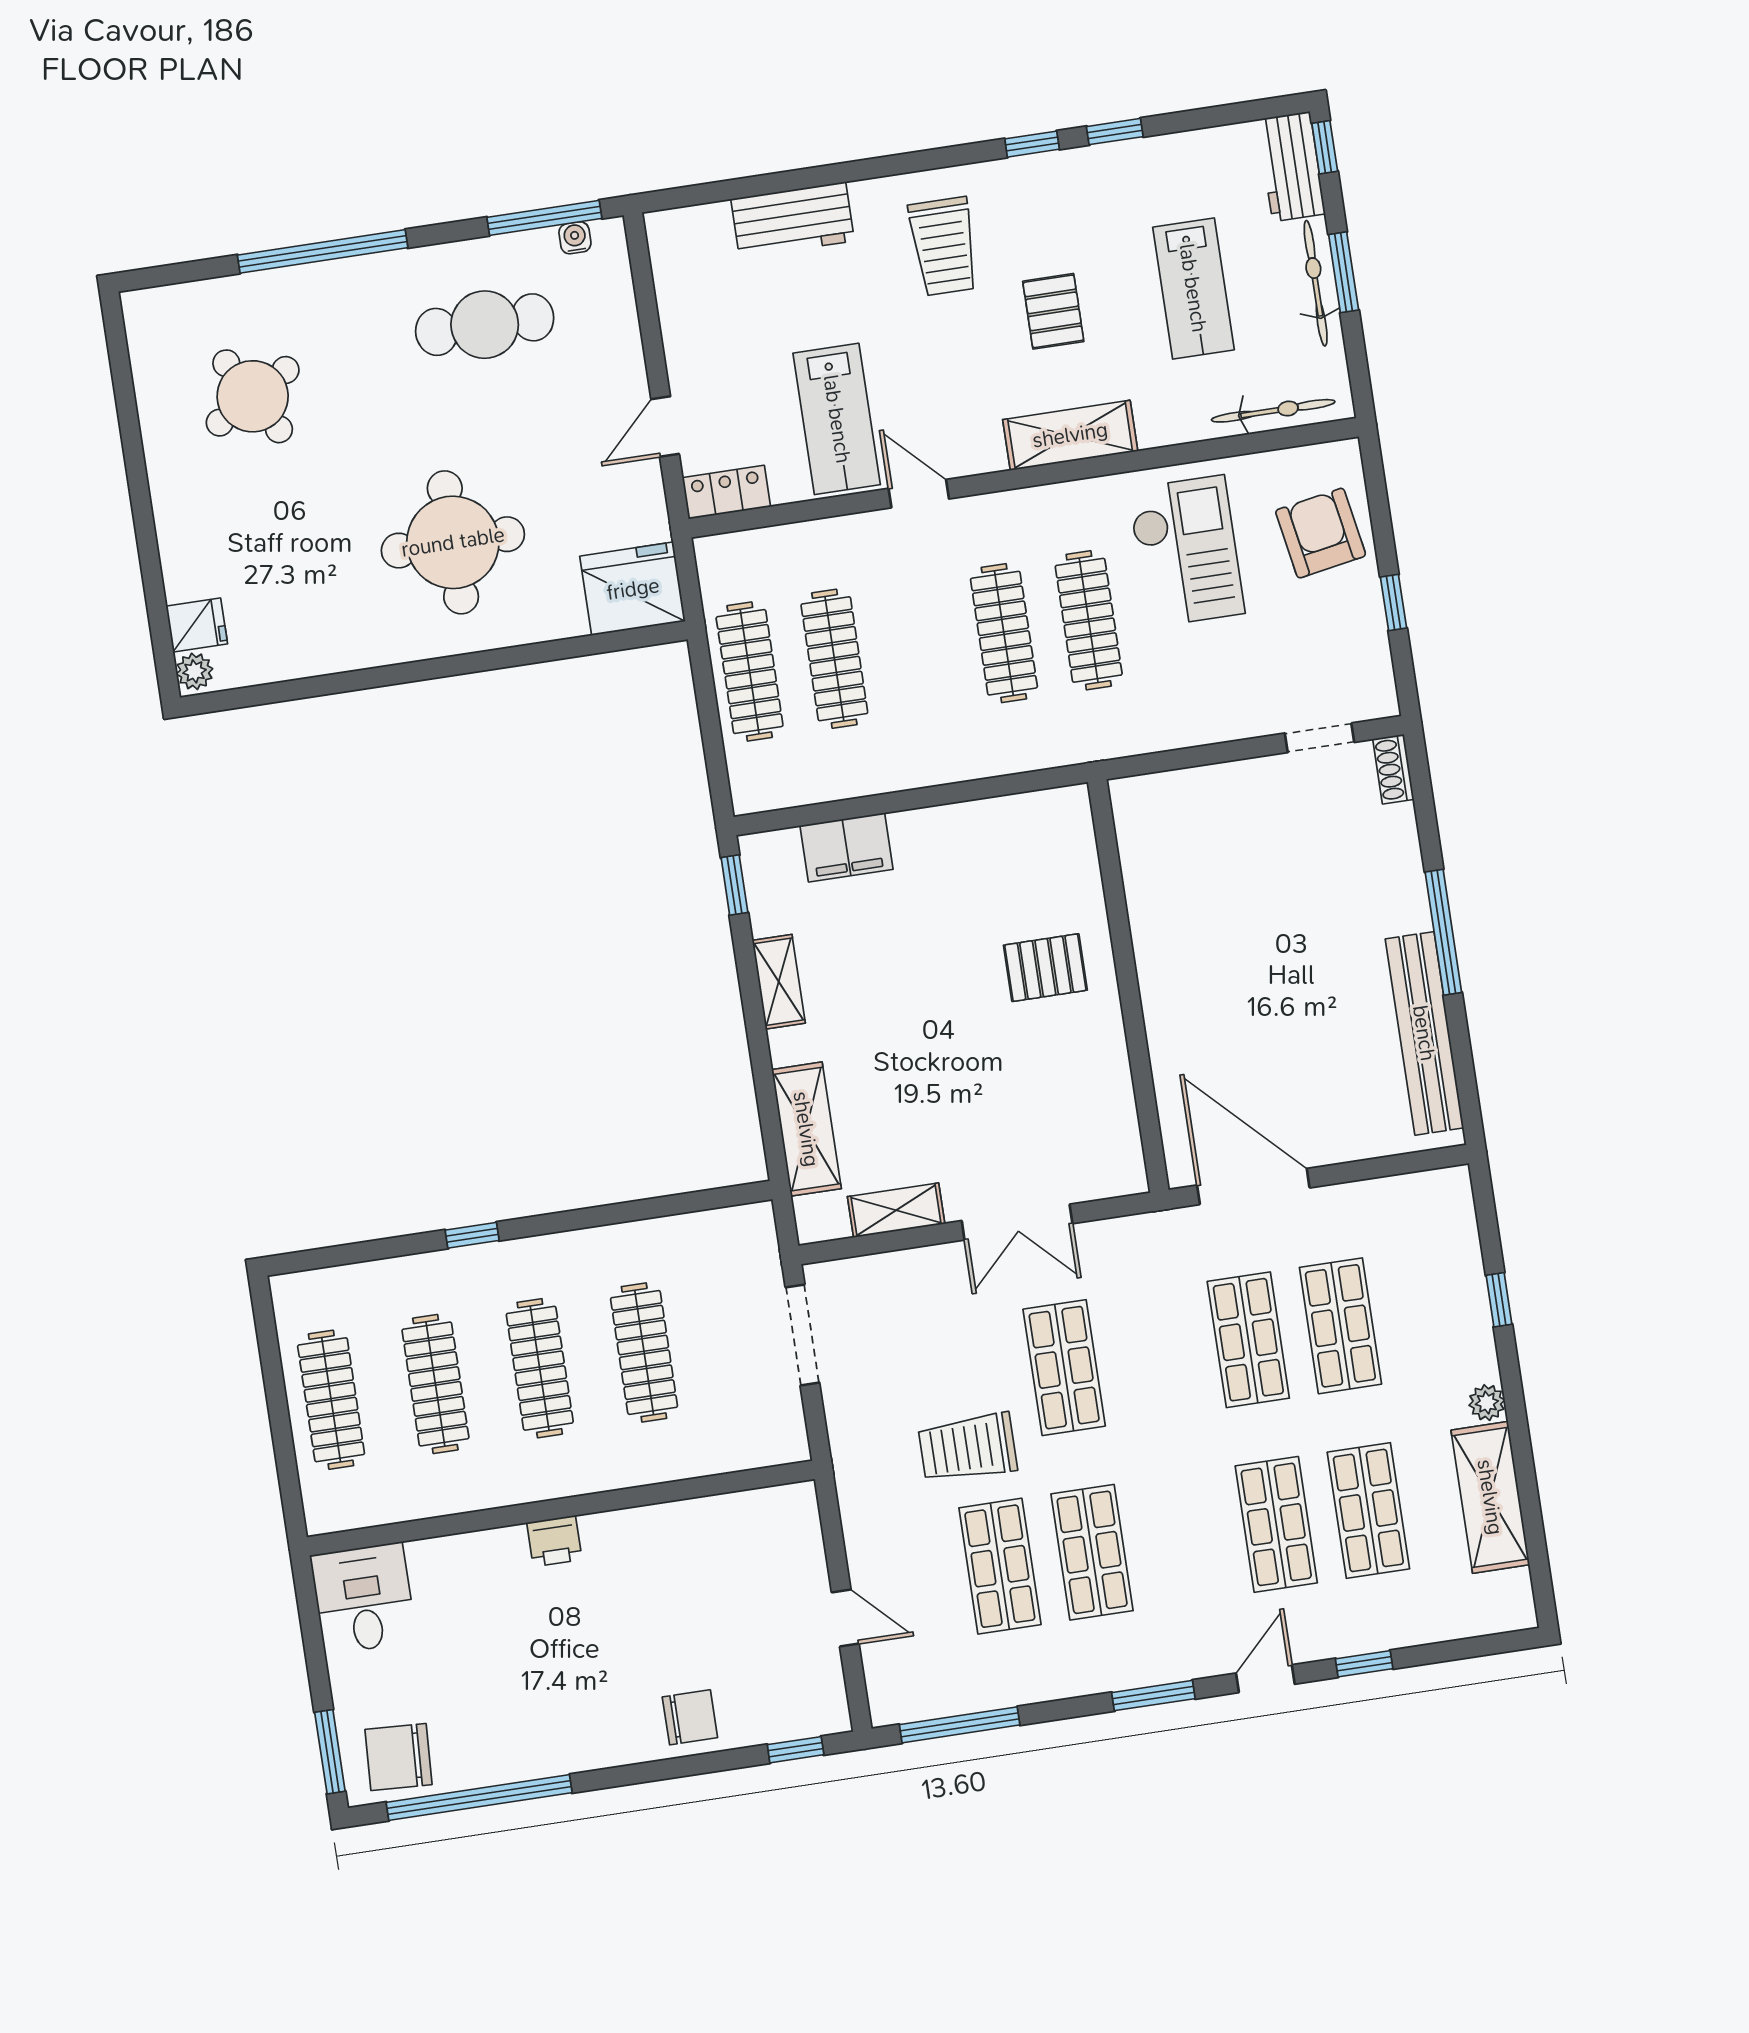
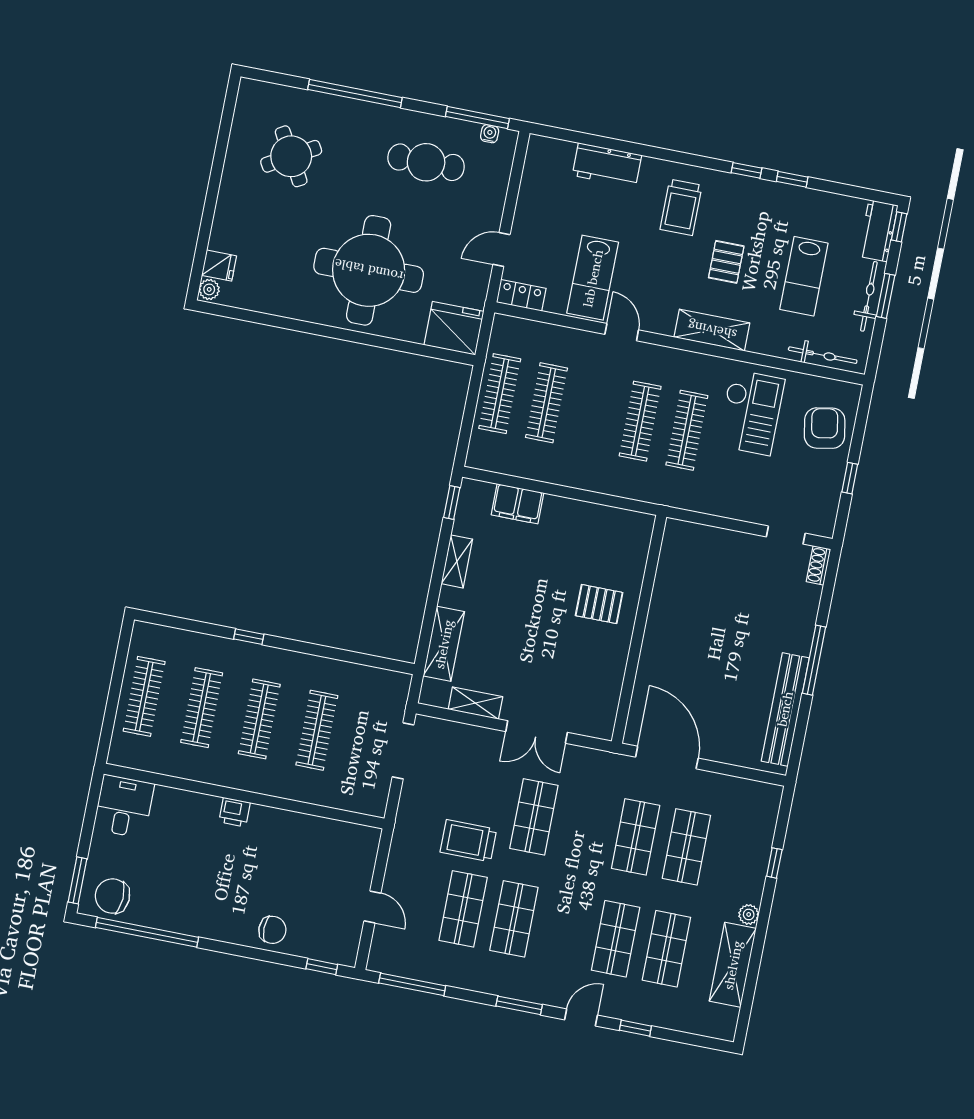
round table: (453, 542) -> (369, 270), width x1.36, depth x1.36

